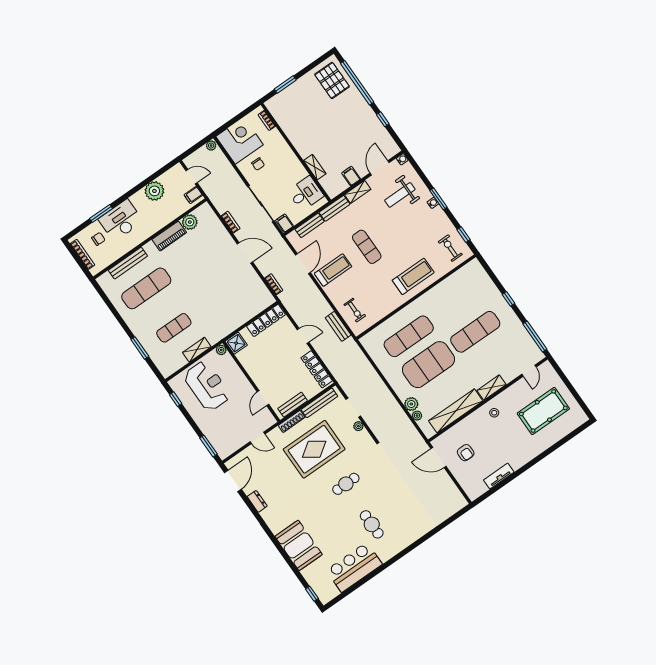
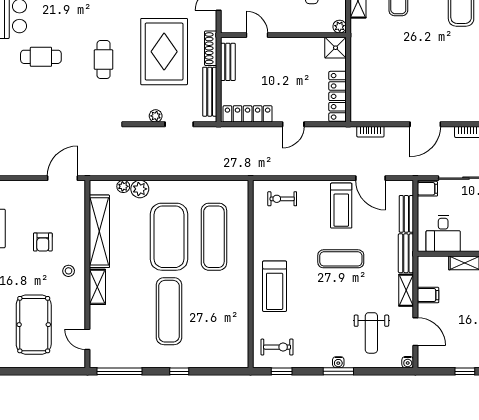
weight bench: (400, 195) -> (371, 333), turned 180
bench: (338, 326) -> (277, 169), removed
armchair: (466, 453) -> (43, 242), moved, turned -90

